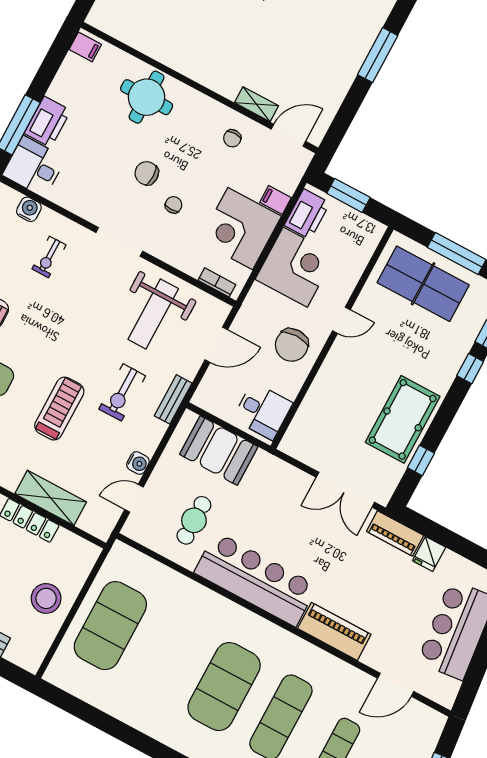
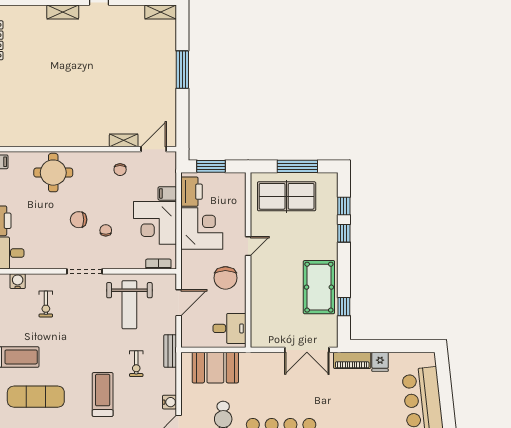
exercise bike: (122, 392) -> (136, 364), width x0.73, depth x0.72

